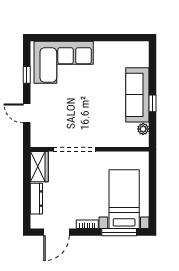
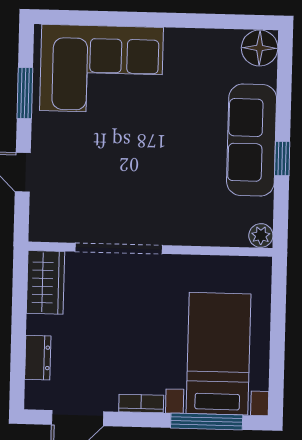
floor lamp: (140, 50) -> (260, 48), added
window: (27, 75) -> (25, 93), width x1.50
plant: (143, 129) -> (261, 236), moved
dresser: (36, 199) -> (38, 358), width x0.70

